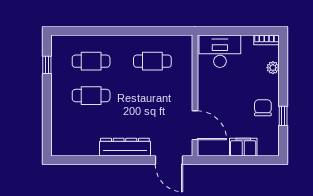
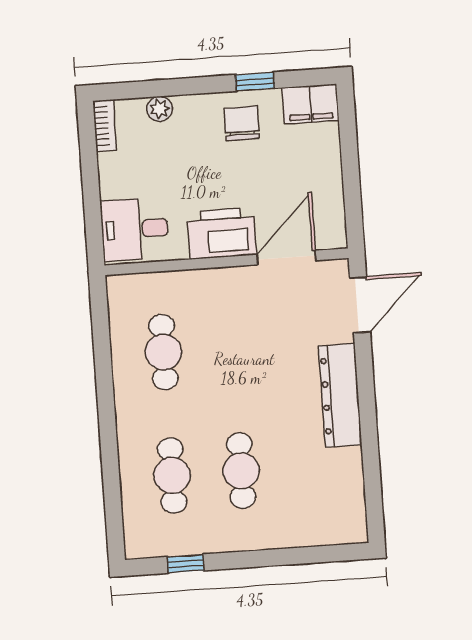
desk: (220, 51) -> (135, 229), width x0.73
printer: (209, 94) -> (222, 233), added
chair: (263, 108) -> (242, 123), turned 90
filing cabinet: (243, 147) -> (310, 104), moved, turned -90

